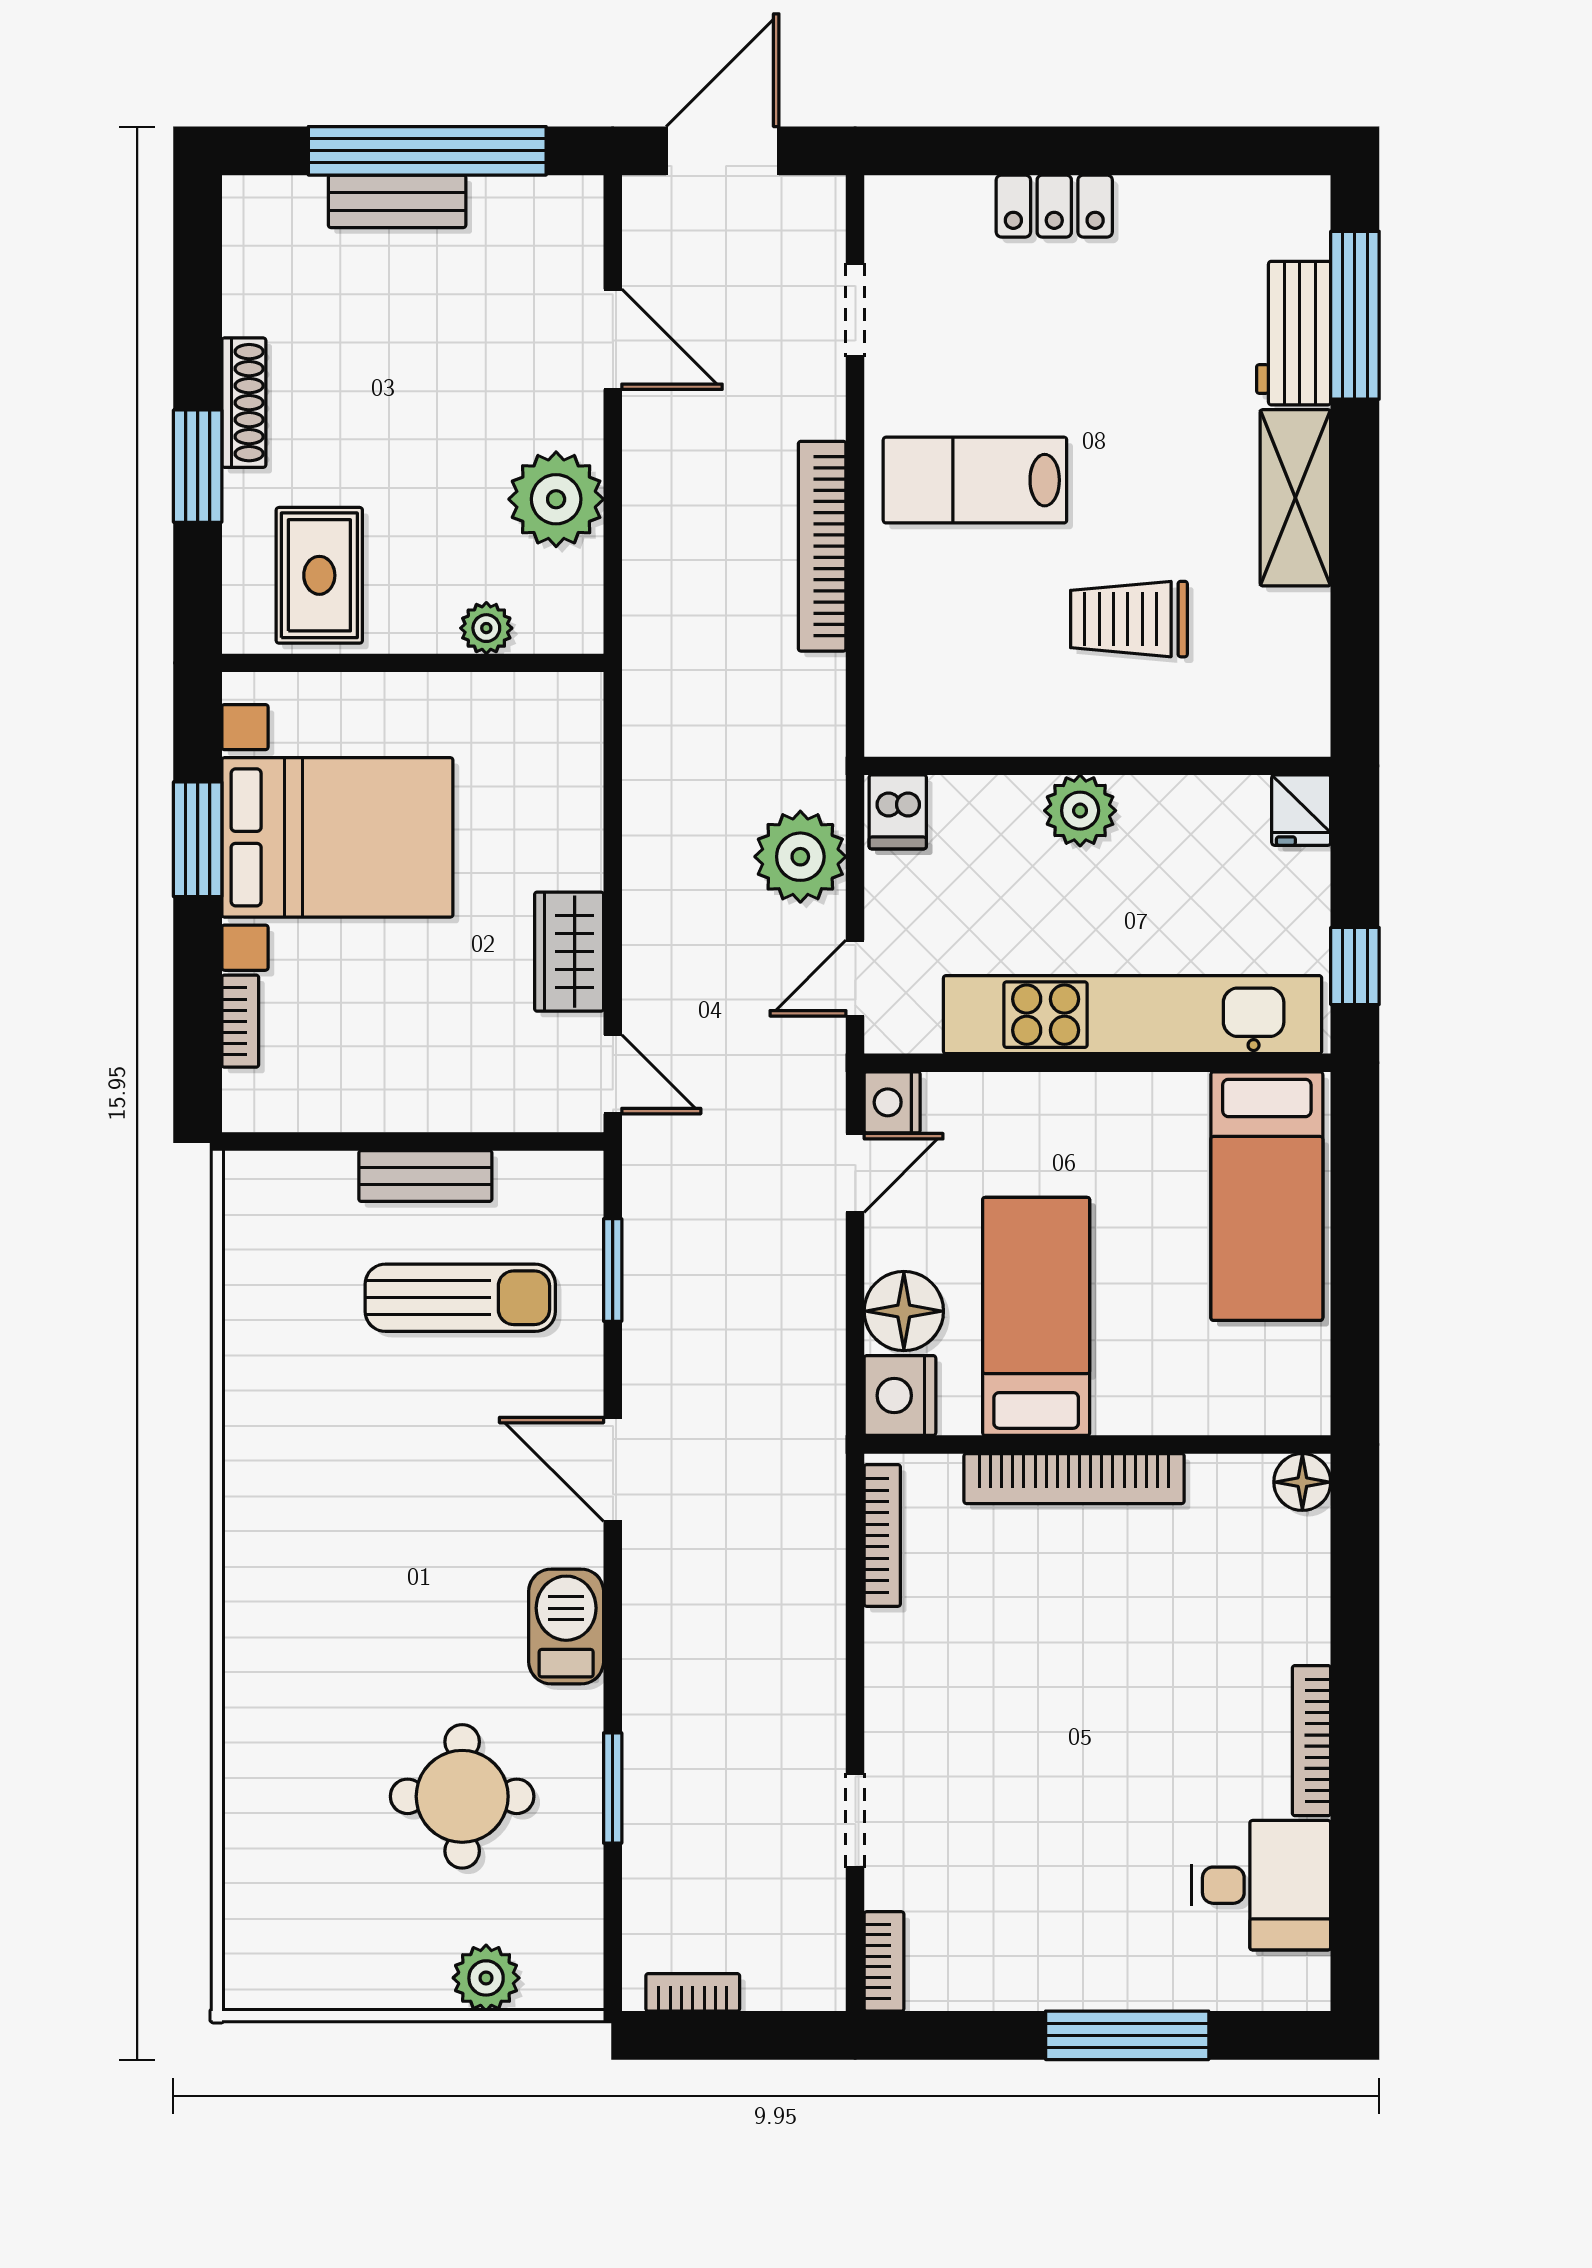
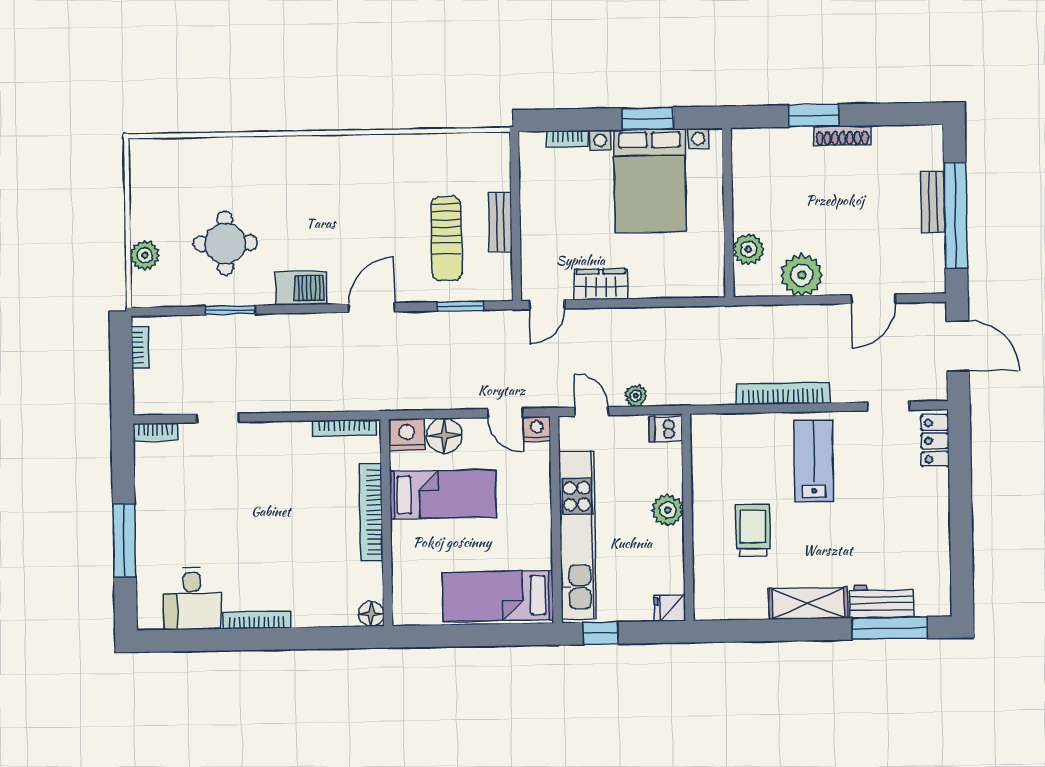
locker: (1054, 206) -> (935, 441), moved
rug: (319, 575) -> (766, 170), removed
plant: (486, 628) -> (748, 249), width x1.38, depth x1.38
plant: (800, 857) -> (636, 396), width x0.53, depth x0.53

